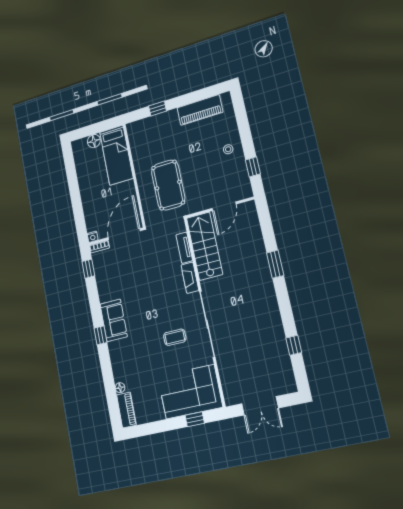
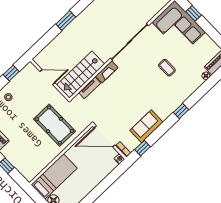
pool table: (168, 185) -> (54, 125), turned 90
sofa: (114, 320) -> (146, 126), moved
coffee table: (175, 337) -> (167, 68), moved

